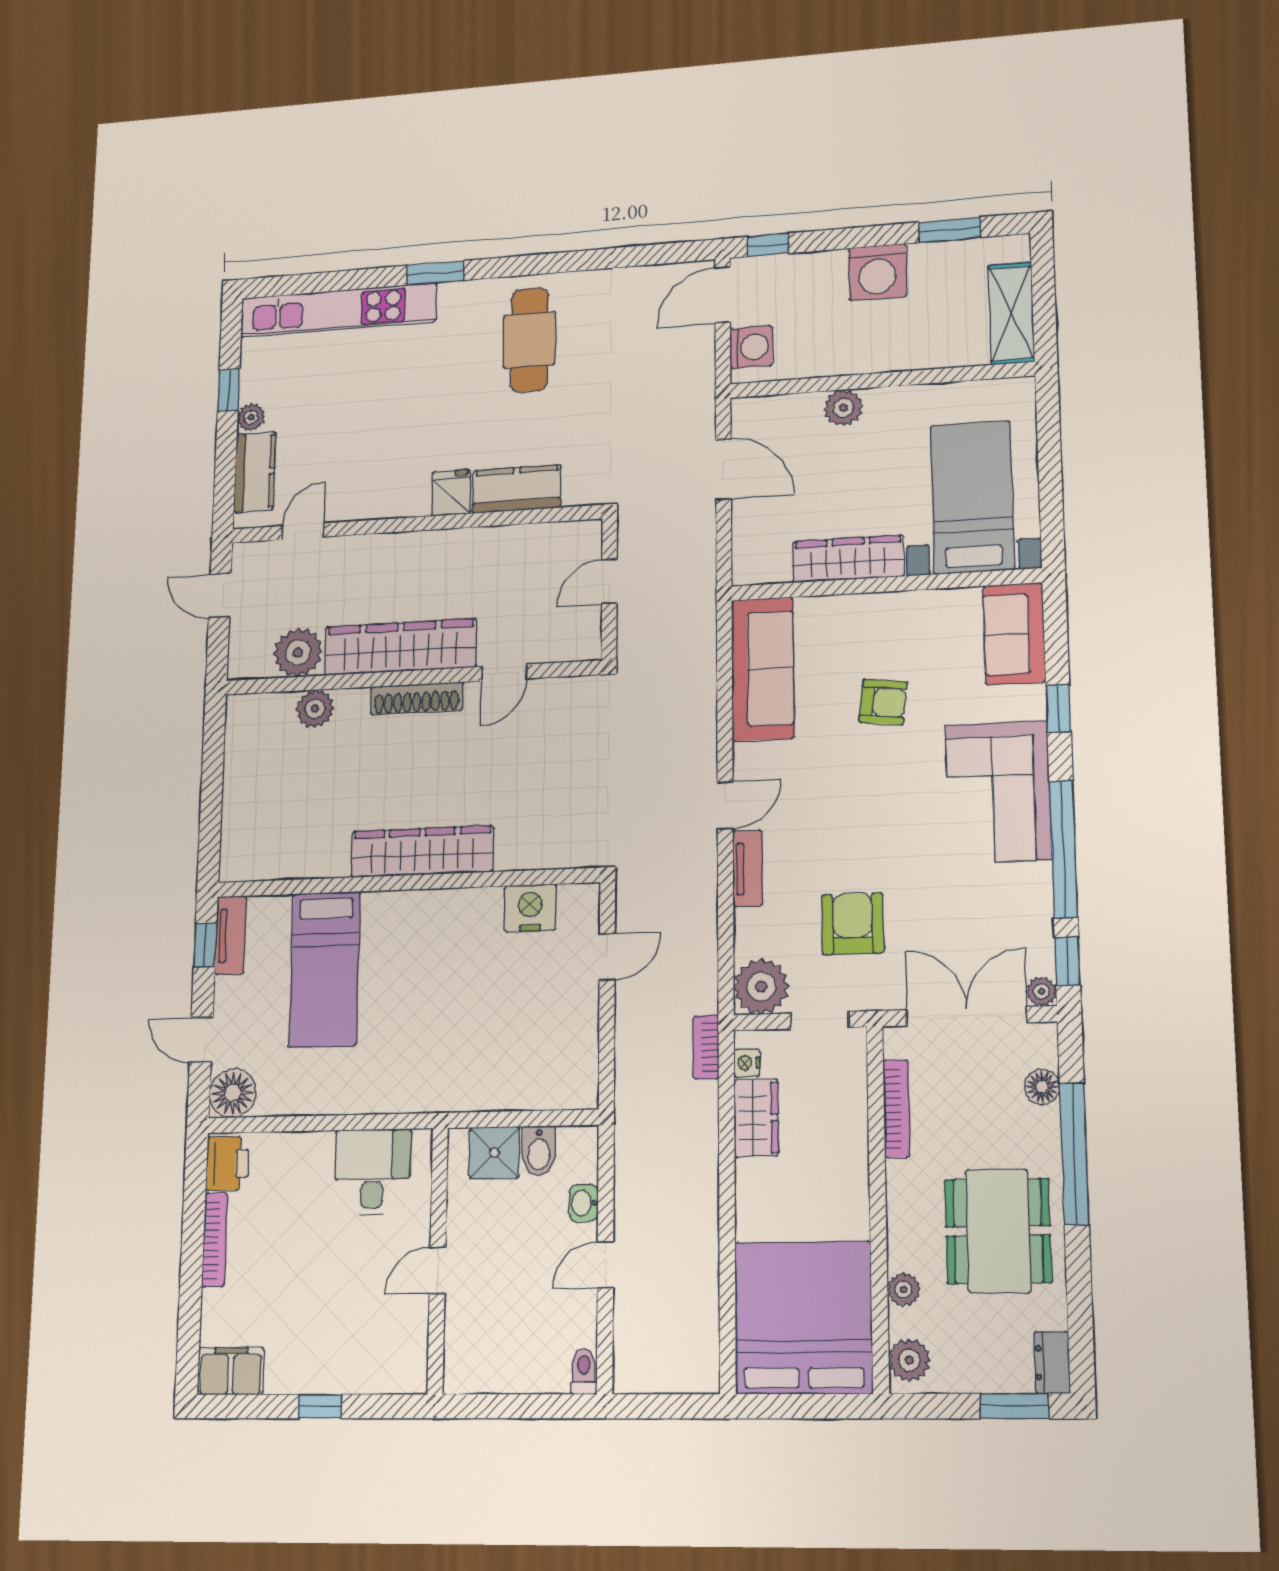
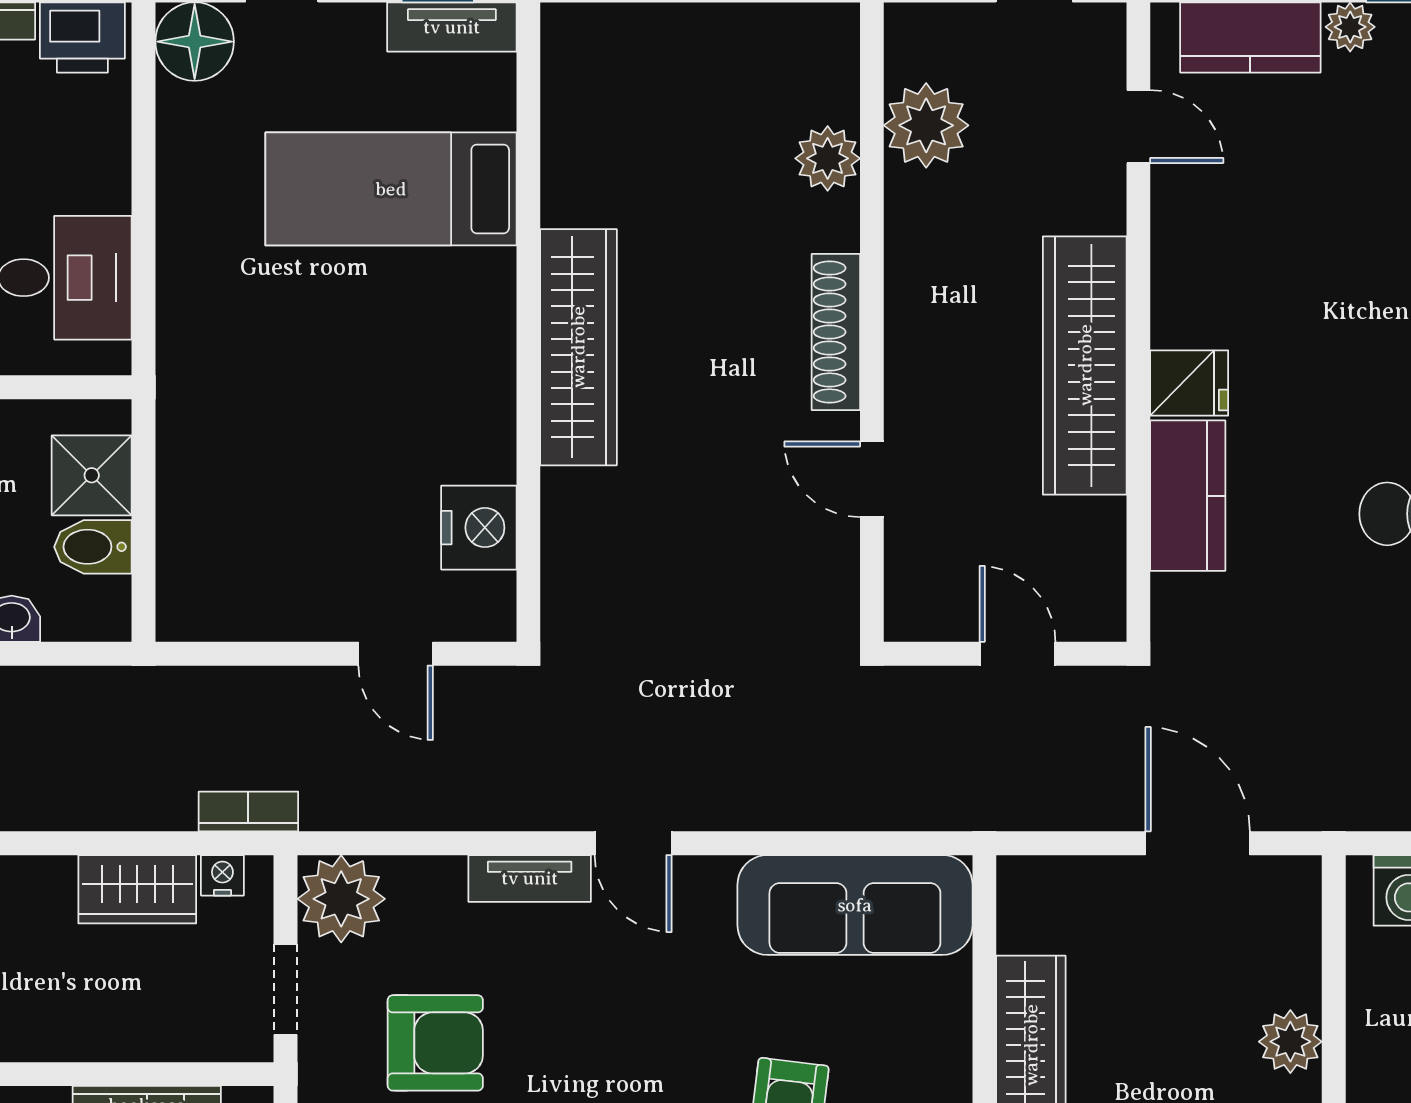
door: (723, 469) -> (1198, 843), swing flipped
wardrobe: (400, 647) -> (1085, 365), moved, turned 180

